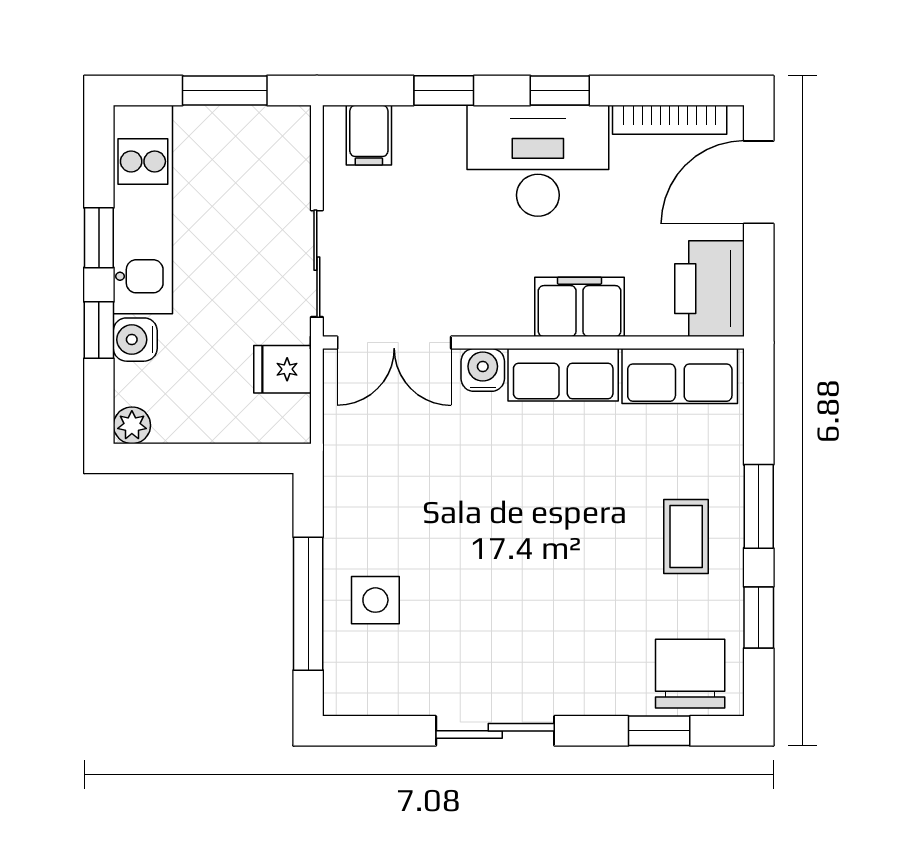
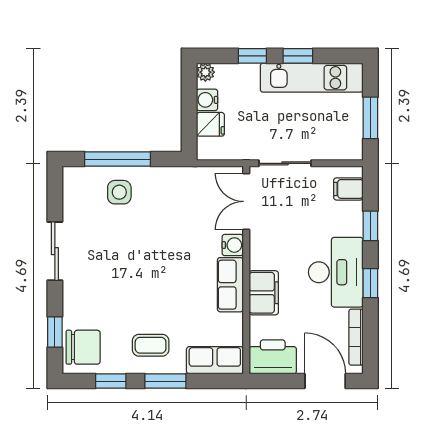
water cooler: (135, 340) -> (207, 100), moved, turned -90
fridge: (282, 369) -> (210, 124), moved, turned 90
row of seats: (680, 376) -> (215, 360), moved, turned 90

